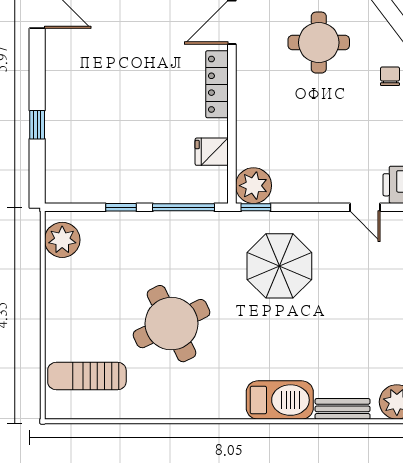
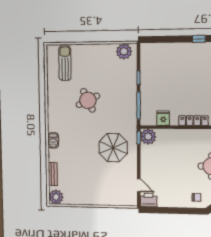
window: (37, 125) -> (199, 39), moved
door: (365, 207) -> (139, 185), swing flipped
round table: (171, 324) -> (88, 100), width x0.73, depth x0.73
barbecue: (280, 400) -> (53, 140), width x0.53, depth x0.65

